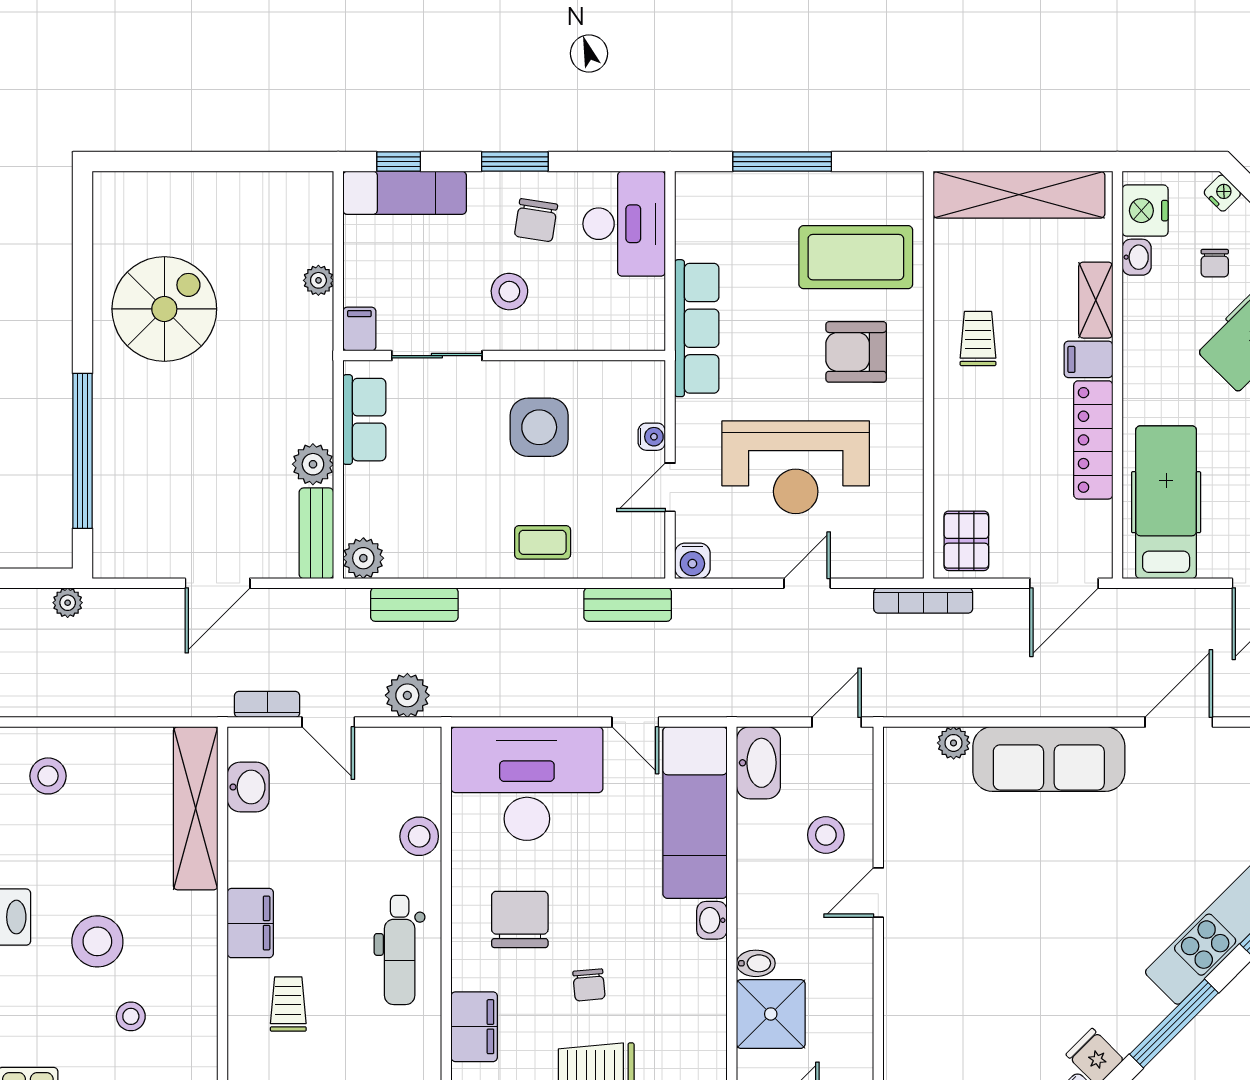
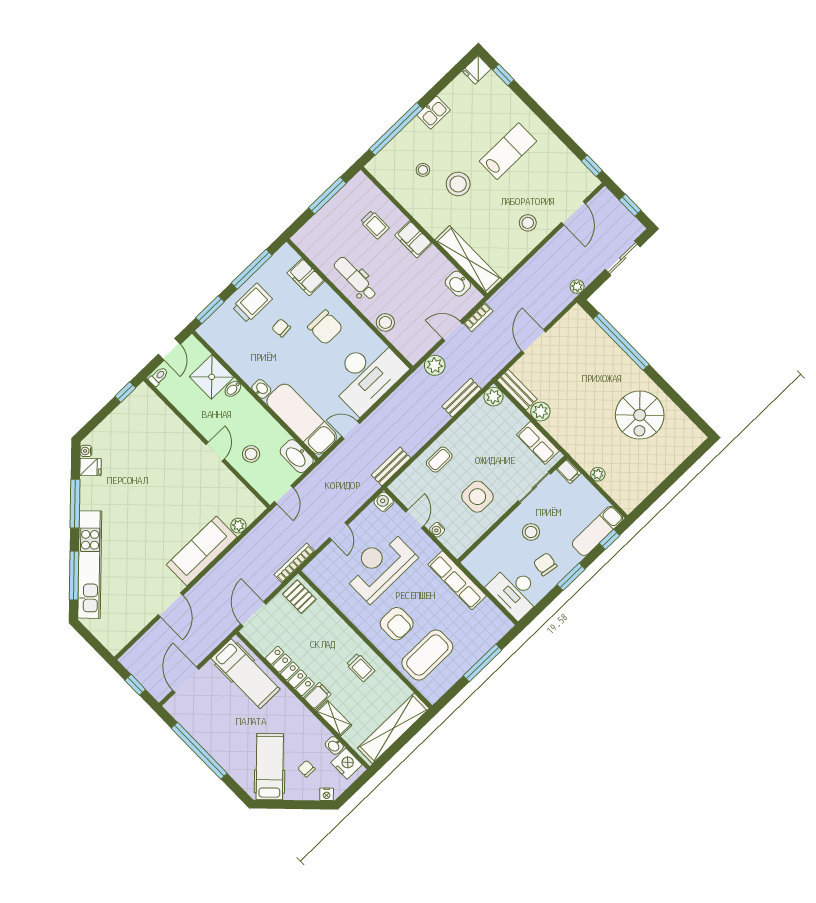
armchair: (856, 352) -> (397, 624), turned 90

